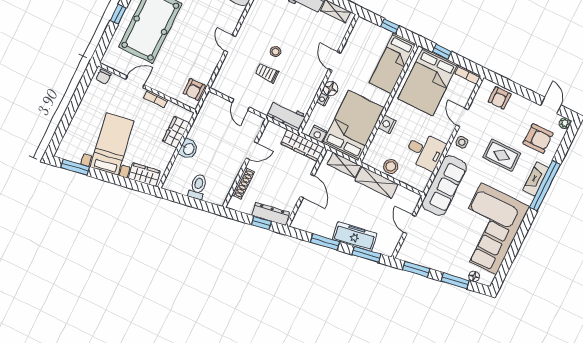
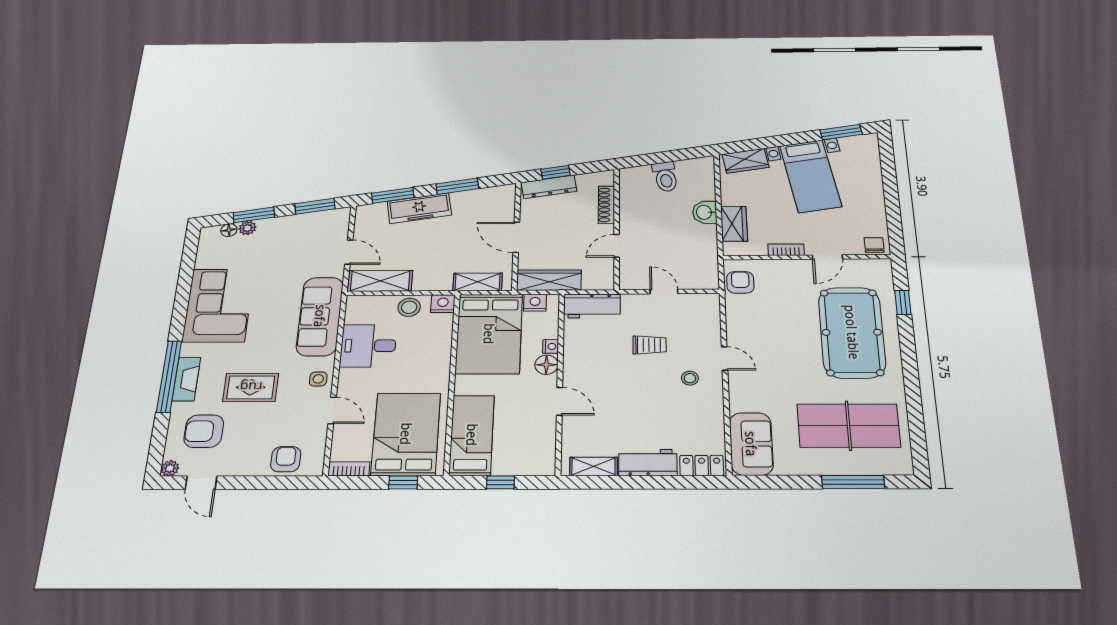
window: (118, 14) -> (903, 302), moved
stool: (275, 52) -> (690, 378), moved
nightstand: (387, 124) -> (443, 304), moved, turned -90
shelving: (377, 182) -> (380, 281), moved
corner sofa: (489, 229) -> (219, 305), width x0.73, depth x0.74
plant: (462, 273) -> (247, 228), added

